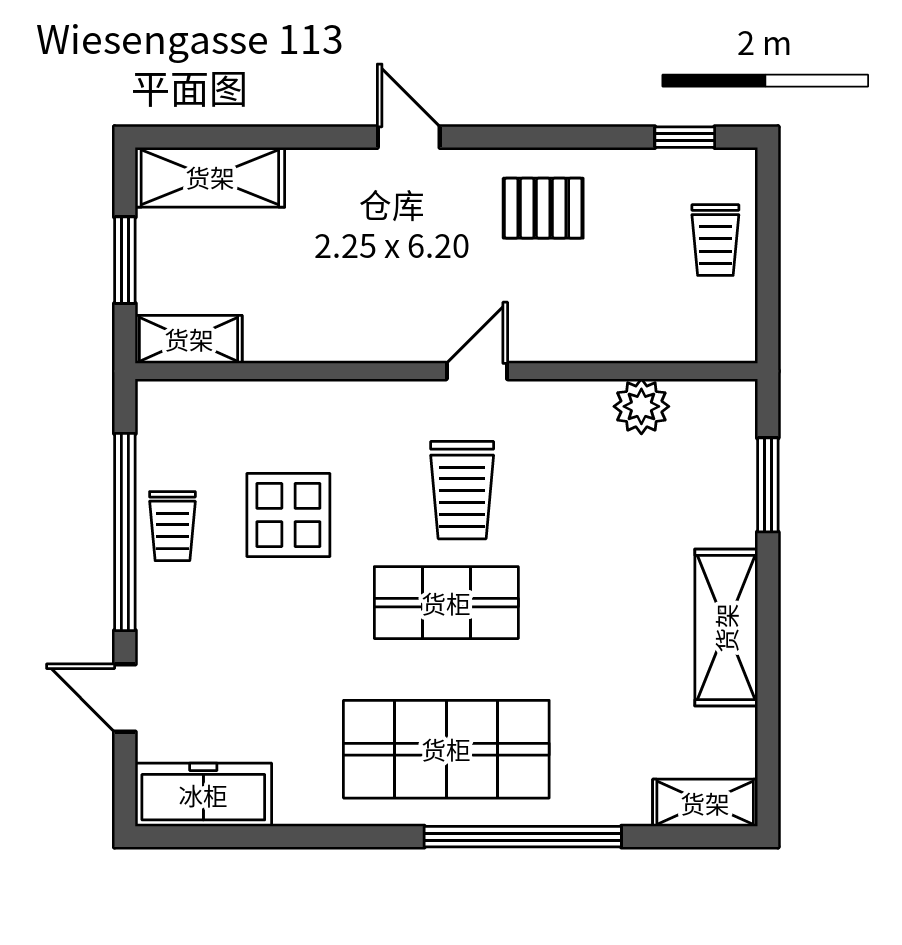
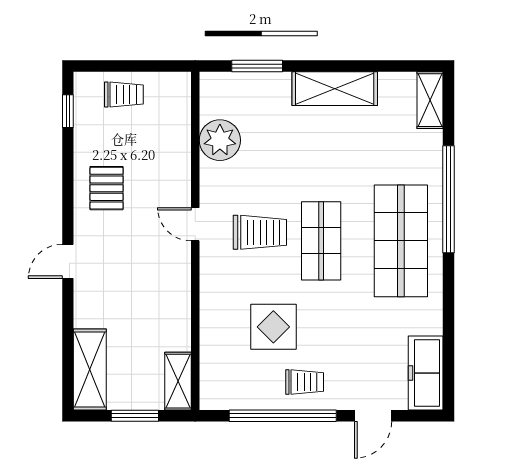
plant: (641, 406) -> (220, 140), width x1.36, depth x1.36
trolley: (172, 526) -> (305, 382), moved

